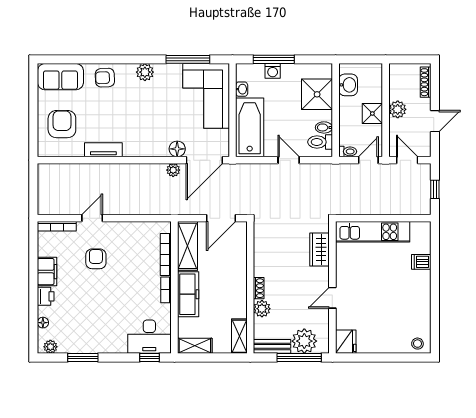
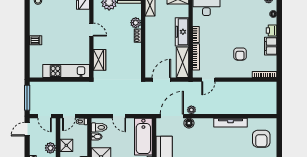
door: (435, 121) -> (27, 129), moved
tv unit: (103, 150) -> (231, 123), width x1.41
window: (435, 189) -> (27, 98), width x2.17
door: (92, 218) -> (208, 80), moved
dishwasher: (421, 262) -> (36, 40), moved
door: (332, 298) -> (91, 30), hinge flipped

